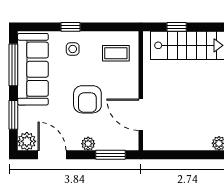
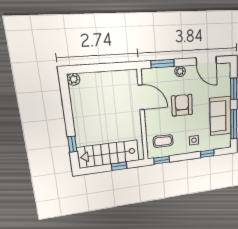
window: (71, 27) -> (207, 154), moved
window: (120, 27) -> (162, 160), added
sofa: (33, 69) -> (221, 116), width x0.73
plant: (27, 141) -> (224, 70), removed

